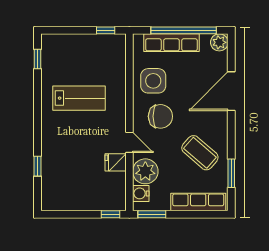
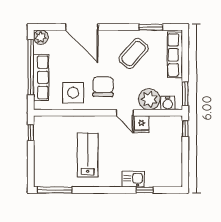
window: (37, 59) -> (55, 190), width x2.17
door: (129, 142) -> (125, 113), swing flipped
kitchen sink: (50, 152) -> (133, 179), added

